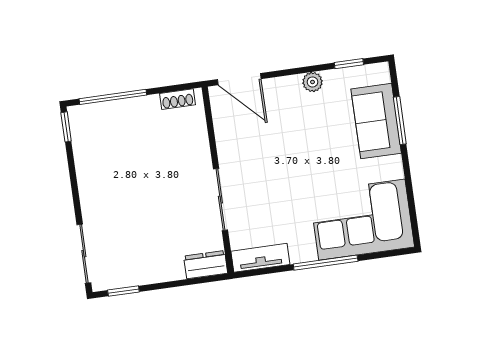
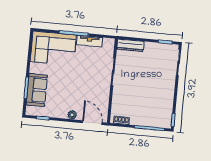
plant: (312, 82) -> (72, 115), moved
tv unit: (260, 258) -> (89, 41), moved
dresser: (206, 265) -> (130, 45), width x1.44

